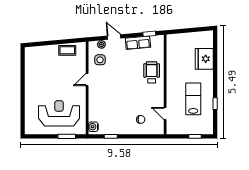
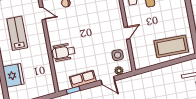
coffee table: (67, 50) -> (171, 46), moved, width x1.86, depth x1.72
wheelchair: (152, 72) -> (64, 52), turned 90
lab bench: (193, 99) -> (17, 33), turned 180

